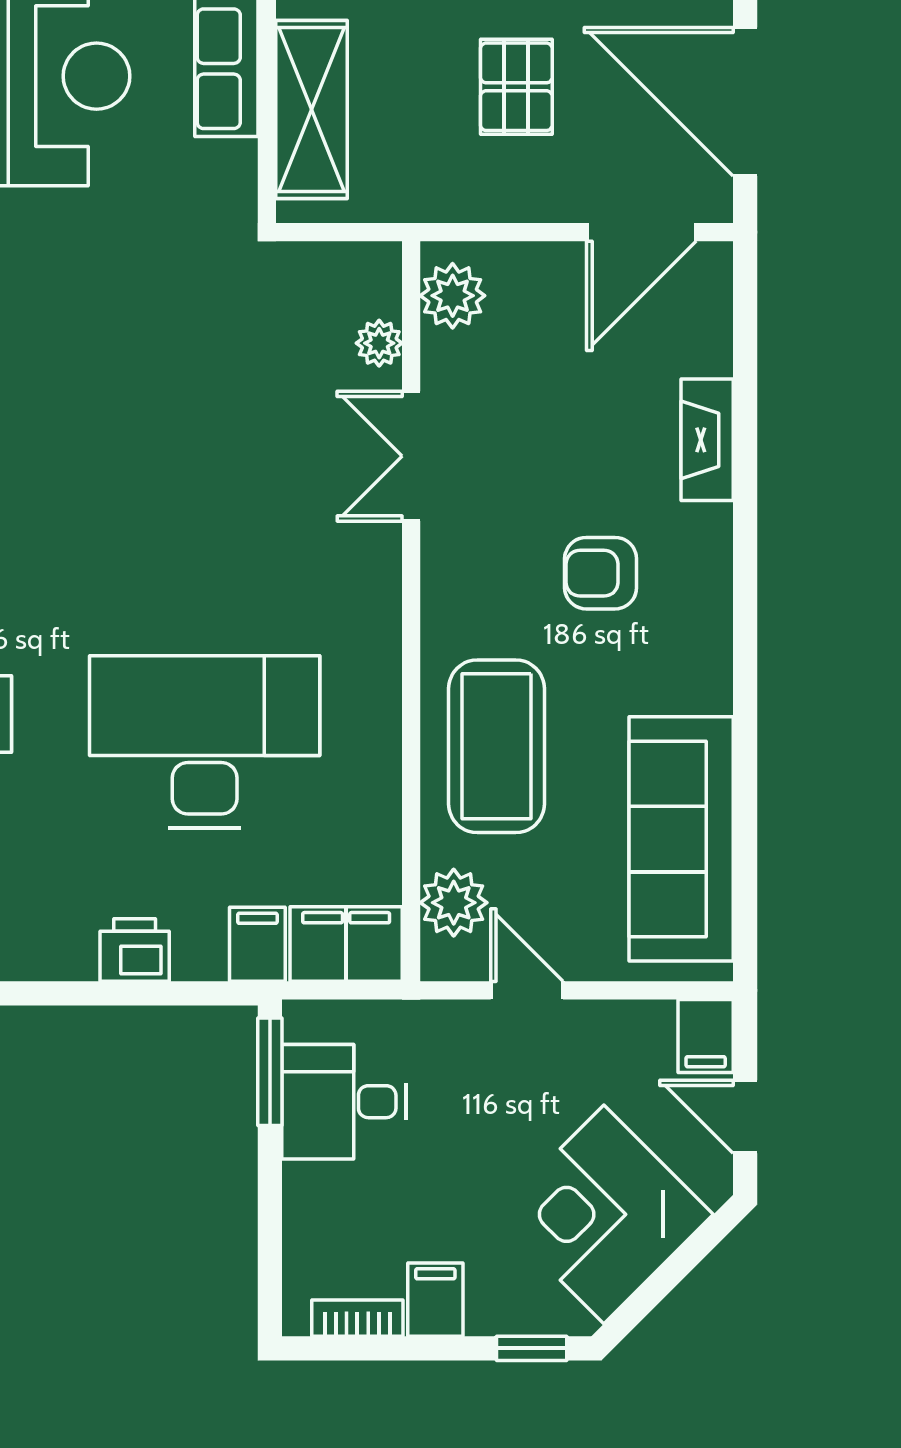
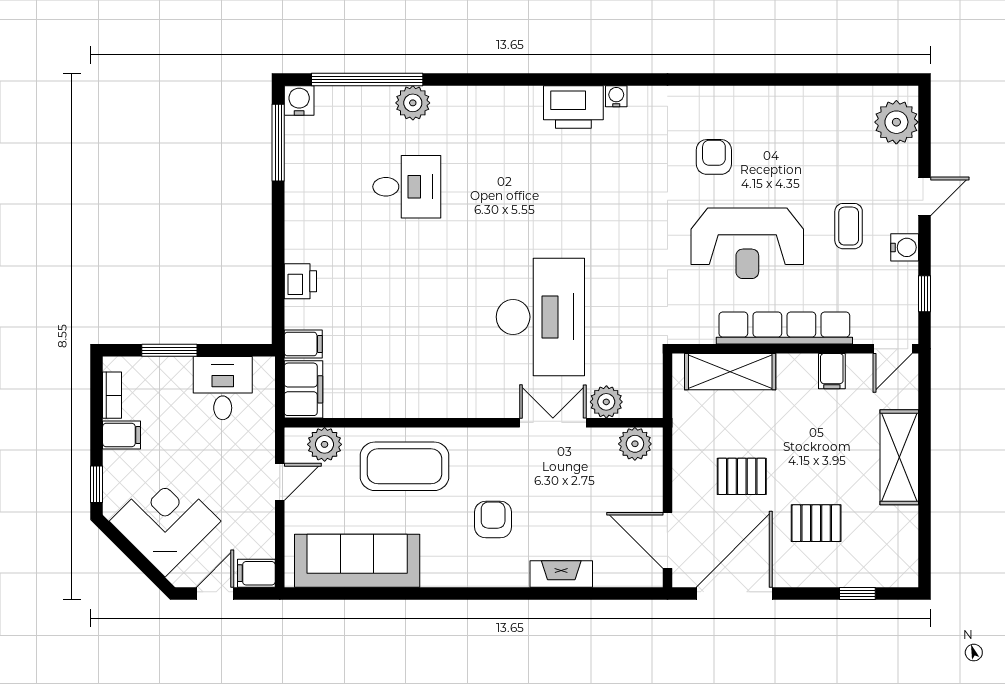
plant: (379, 343) -> (606, 402), width x1.38, depth x1.38
desk: (205, 742) -> (540, 317), moved
window: (270, 1072) -> (169, 350), moved

